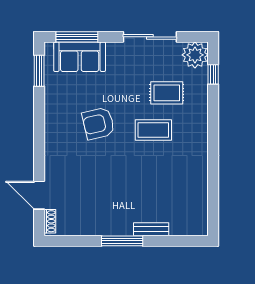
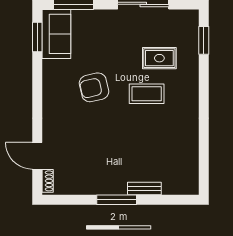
plant: (195, 55) -> (186, 22), removed
sofa: (80, 57) -> (56, 34), moved, turned -90
window: (213, 74) -> (204, 40), width x1.50

